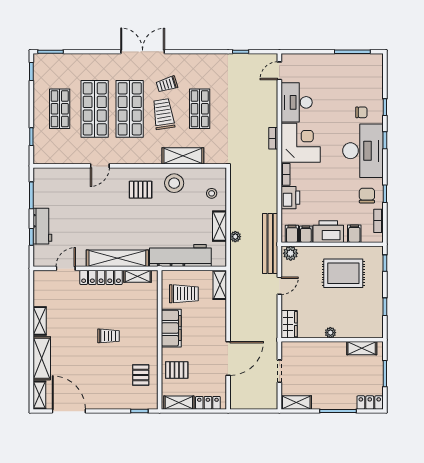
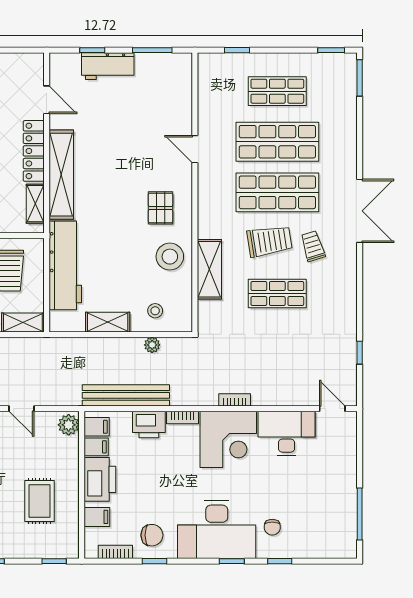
plant: (235, 237) -> (152, 345), moved
bench: (270, 243) -> (126, 395), moved
rug: (343, 273) -> (40, 501), width x0.73, depth x0.70

